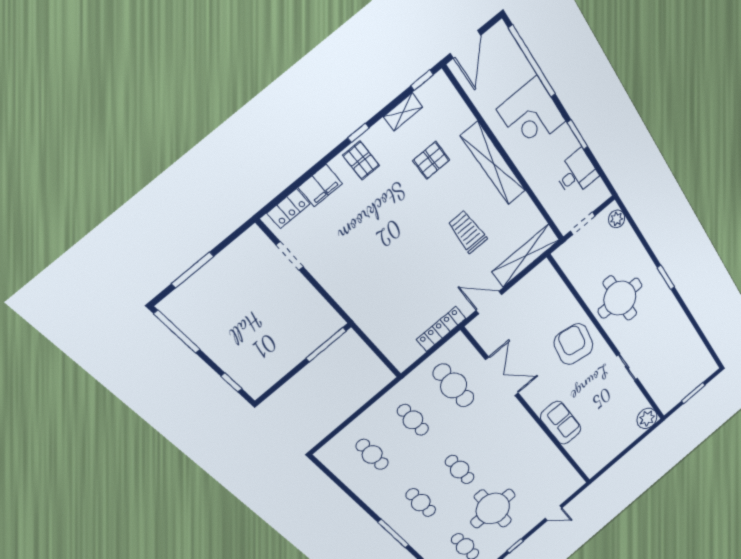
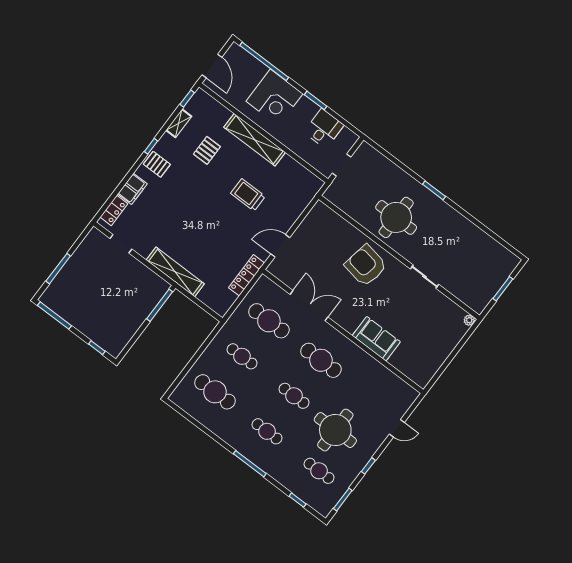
plant: (617, 219) -> (370, 154), removed
shelving: (526, 256) -> (175, 272), moved, turned 90
plant: (647, 418) -> (469, 320), width x0.53, depth x0.53
cafe table: (498, 437) -> (321, 360), added
cafe table: (372, 454) -> (215, 392), width x1.37, depth x1.35

